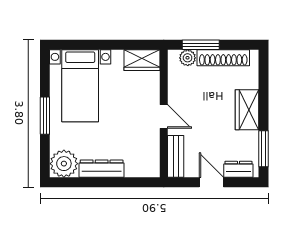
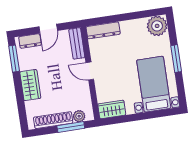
dresser: (102, 169) -> (103, 30), moved
door: (211, 182) -> (48, 29), hinge flipped

